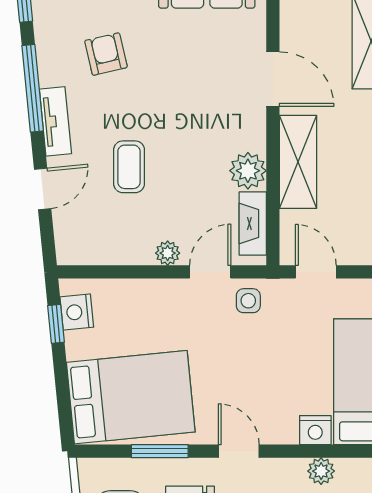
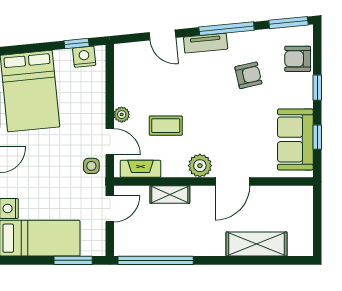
shelving: (298, 162) -> (170, 195), width x0.67, depth x0.75
coffee table: (129, 167) -> (166, 126), moved
plant: (248, 171) -> (200, 166), moved

